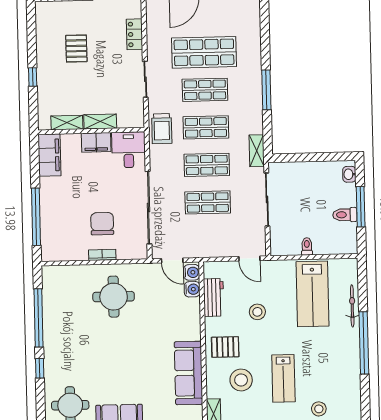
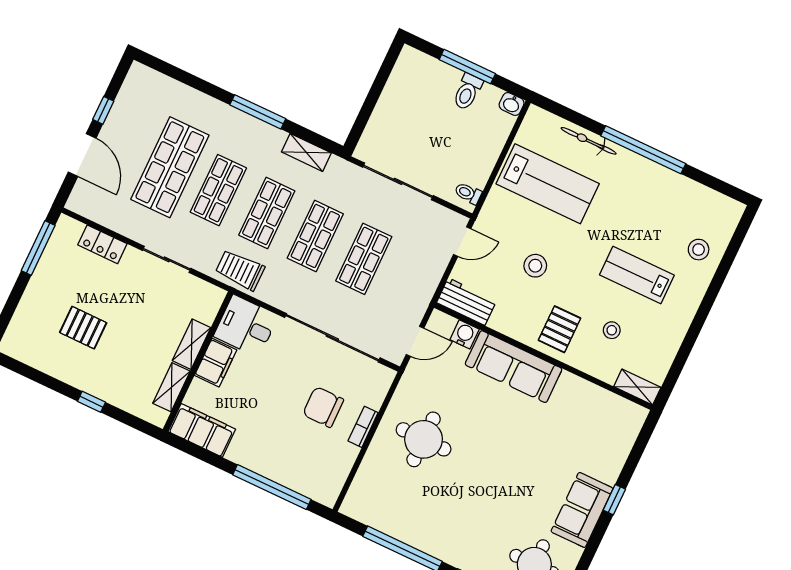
trolley: (162, 129) -> (240, 270), turned 180
shelving: (257, 151) -> (306, 152), moved
washbasin: (349, 174) -> (512, 104), moved
toilet: (307, 246) -> (468, 193), moved
water cooler: (192, 272) -> (443, 324), removed
workbench: (214, 297) -> (466, 302), moved
sofa: (188, 373) -> (514, 367), moved
lab bench: (283, 378) -> (637, 275), turned 180
stool: (241, 380) -> (612, 330), width x0.53, depth x0.53

